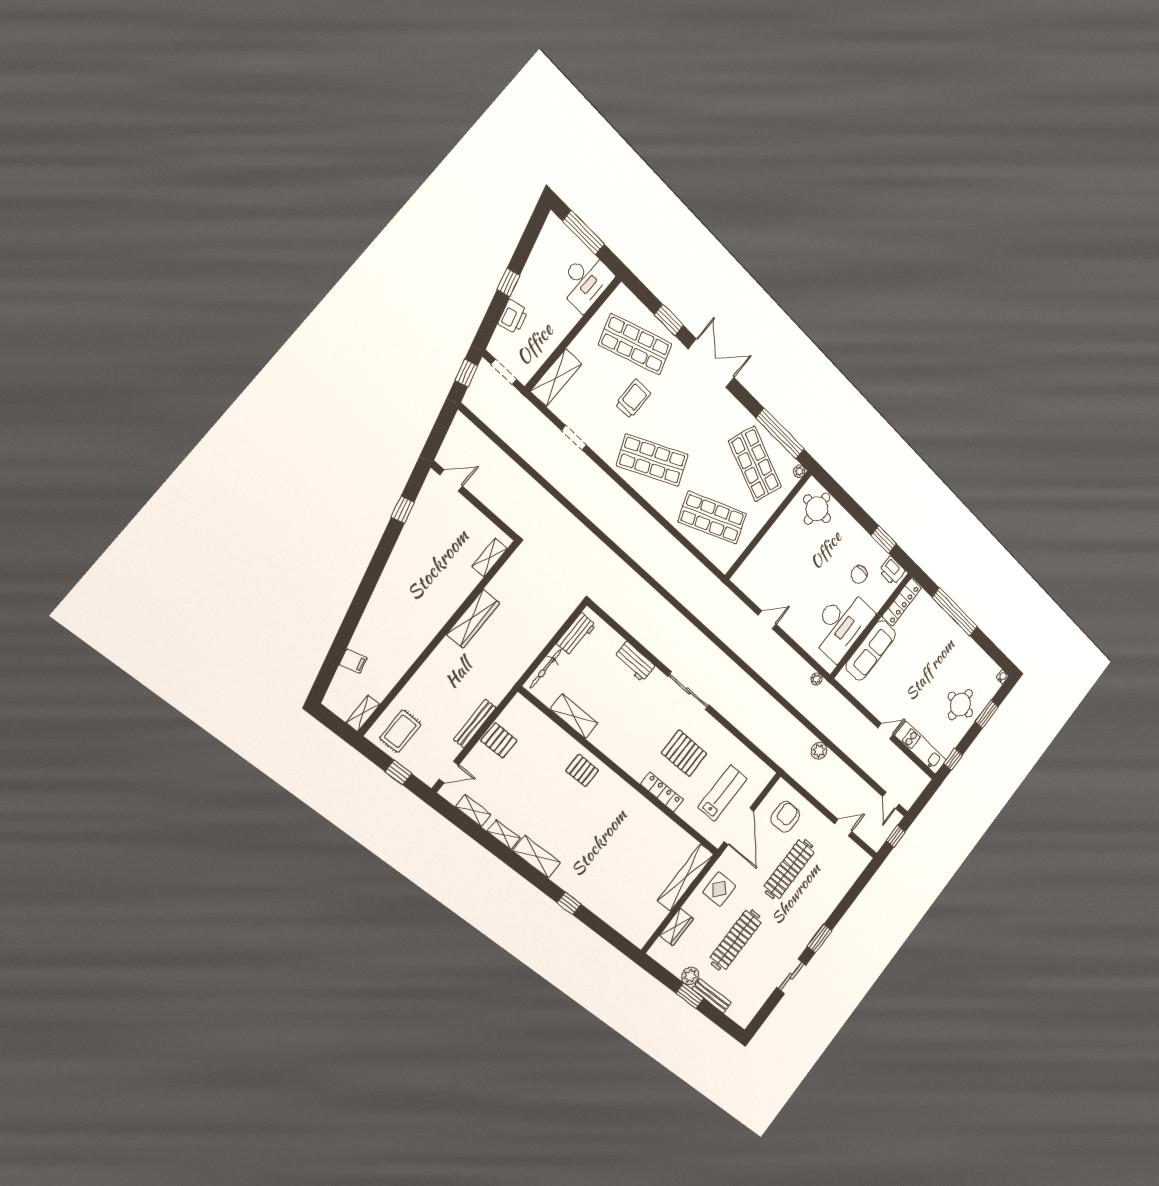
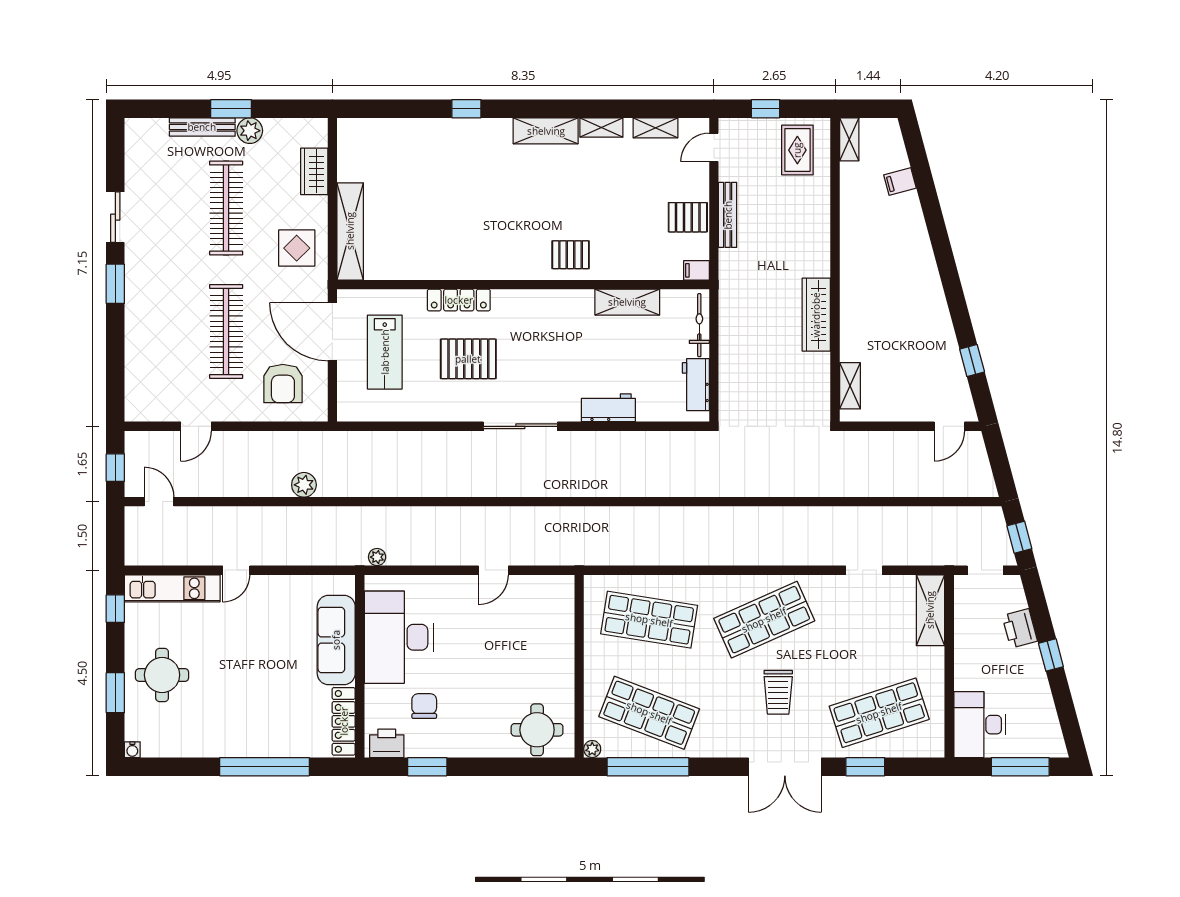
trolley: (633, 399) -> (778, 692), moved
shop shelf: (712, 518) -> (649, 620), turned 30
filing cabinet: (520, 704) -> (696, 270), added

